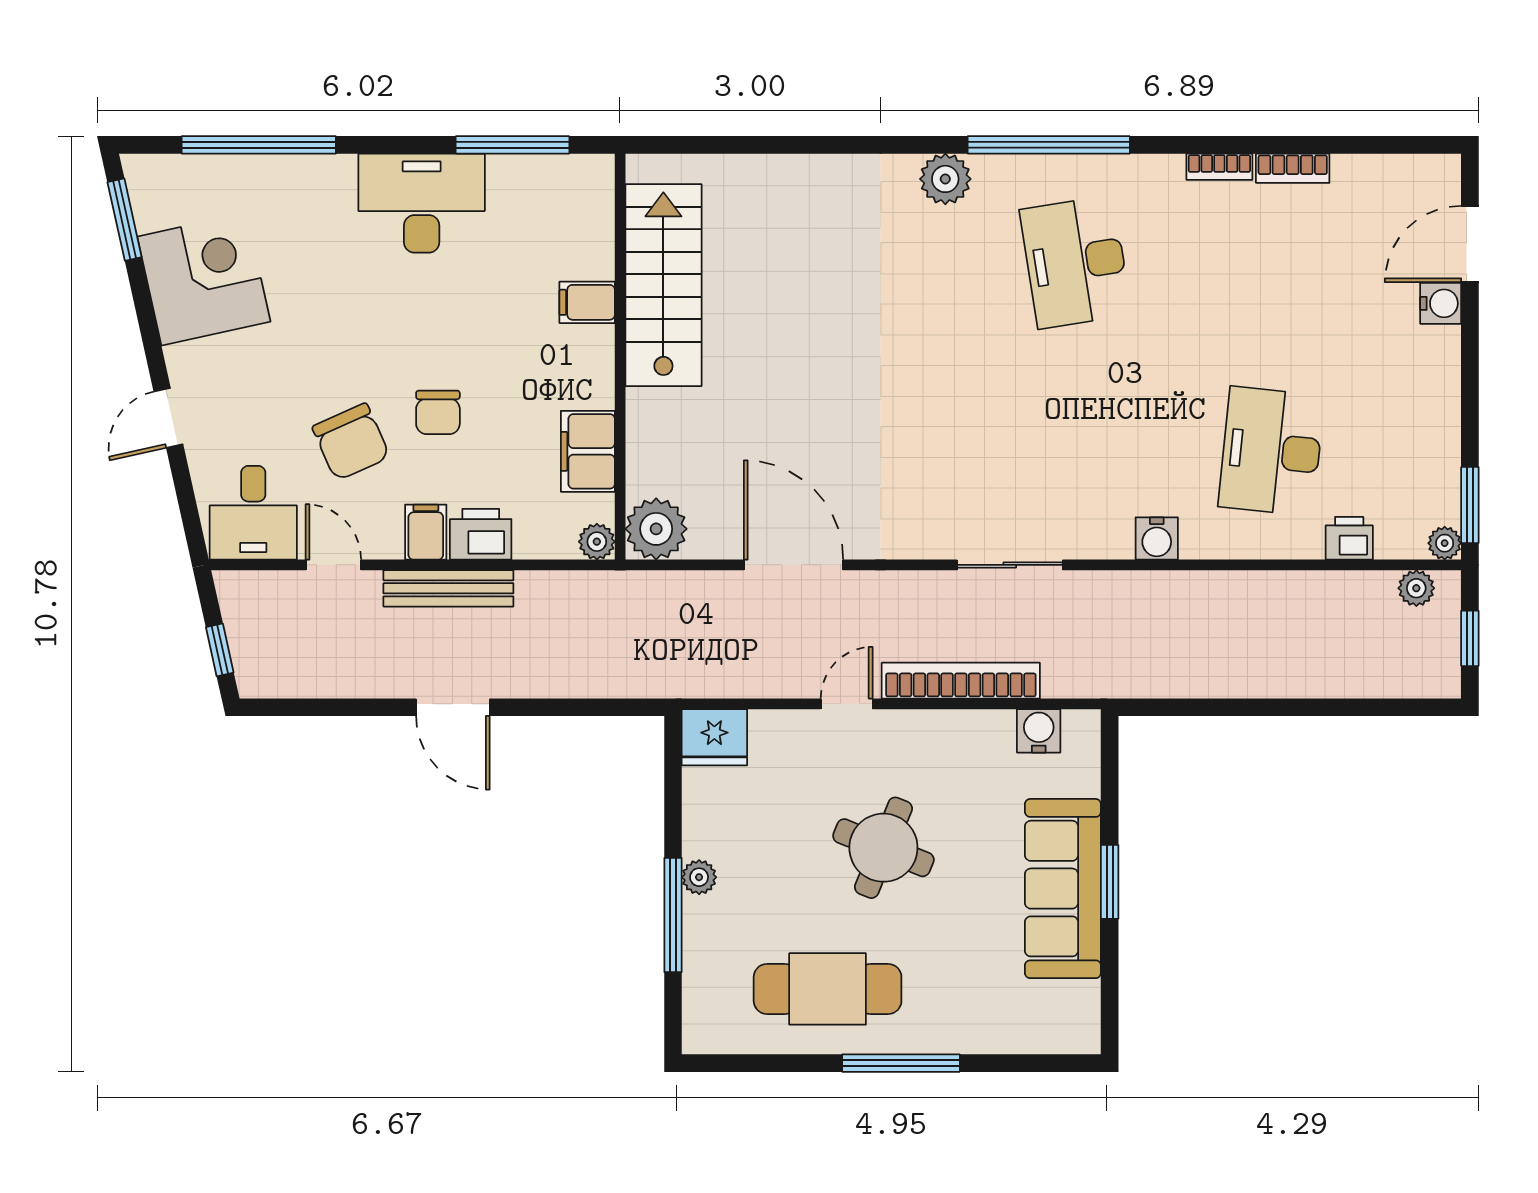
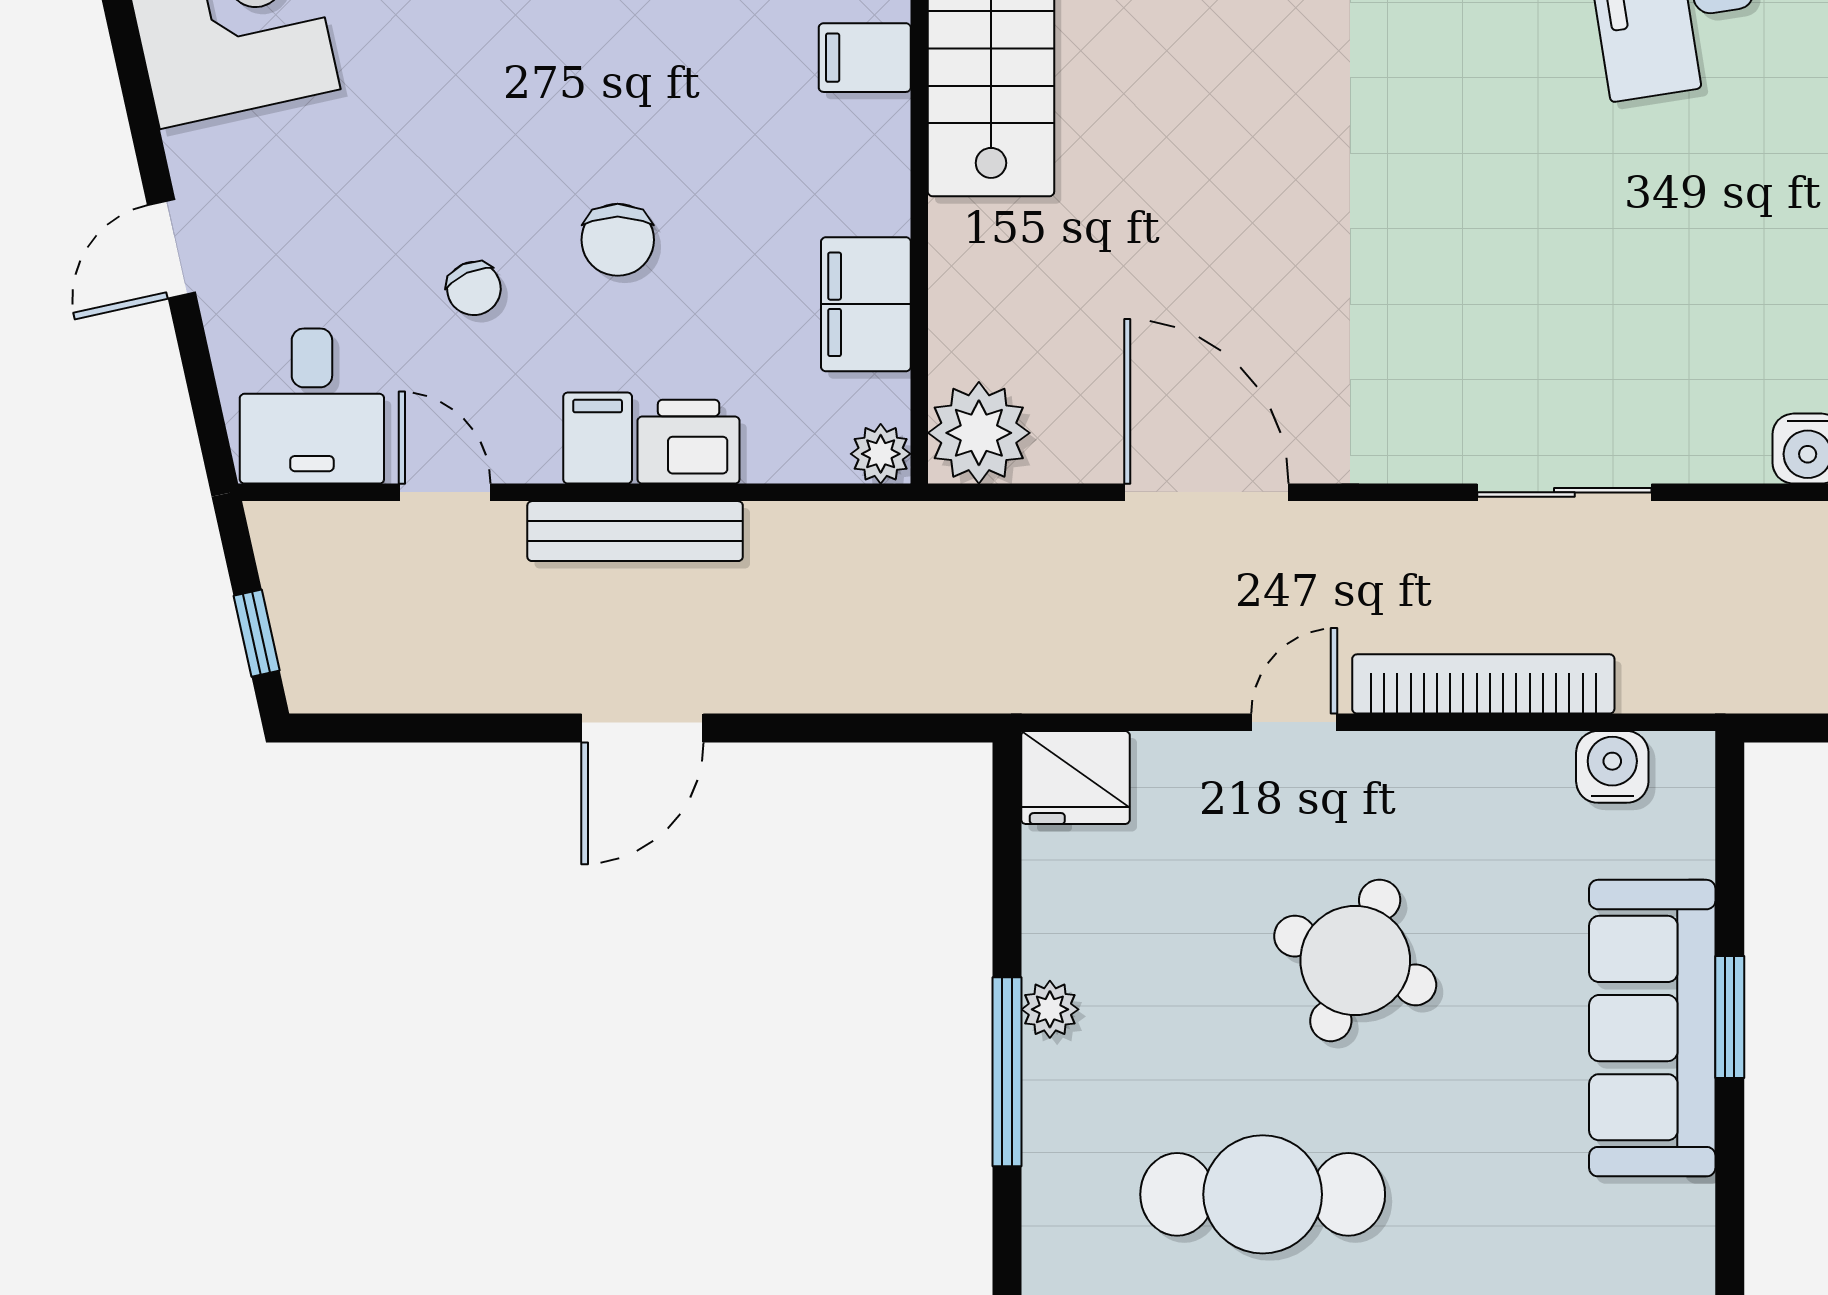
chair: (351, 442) -> (474, 289), width x0.54, depth x0.54
door: (453, 707) -> (642, 728), hinge flipped

